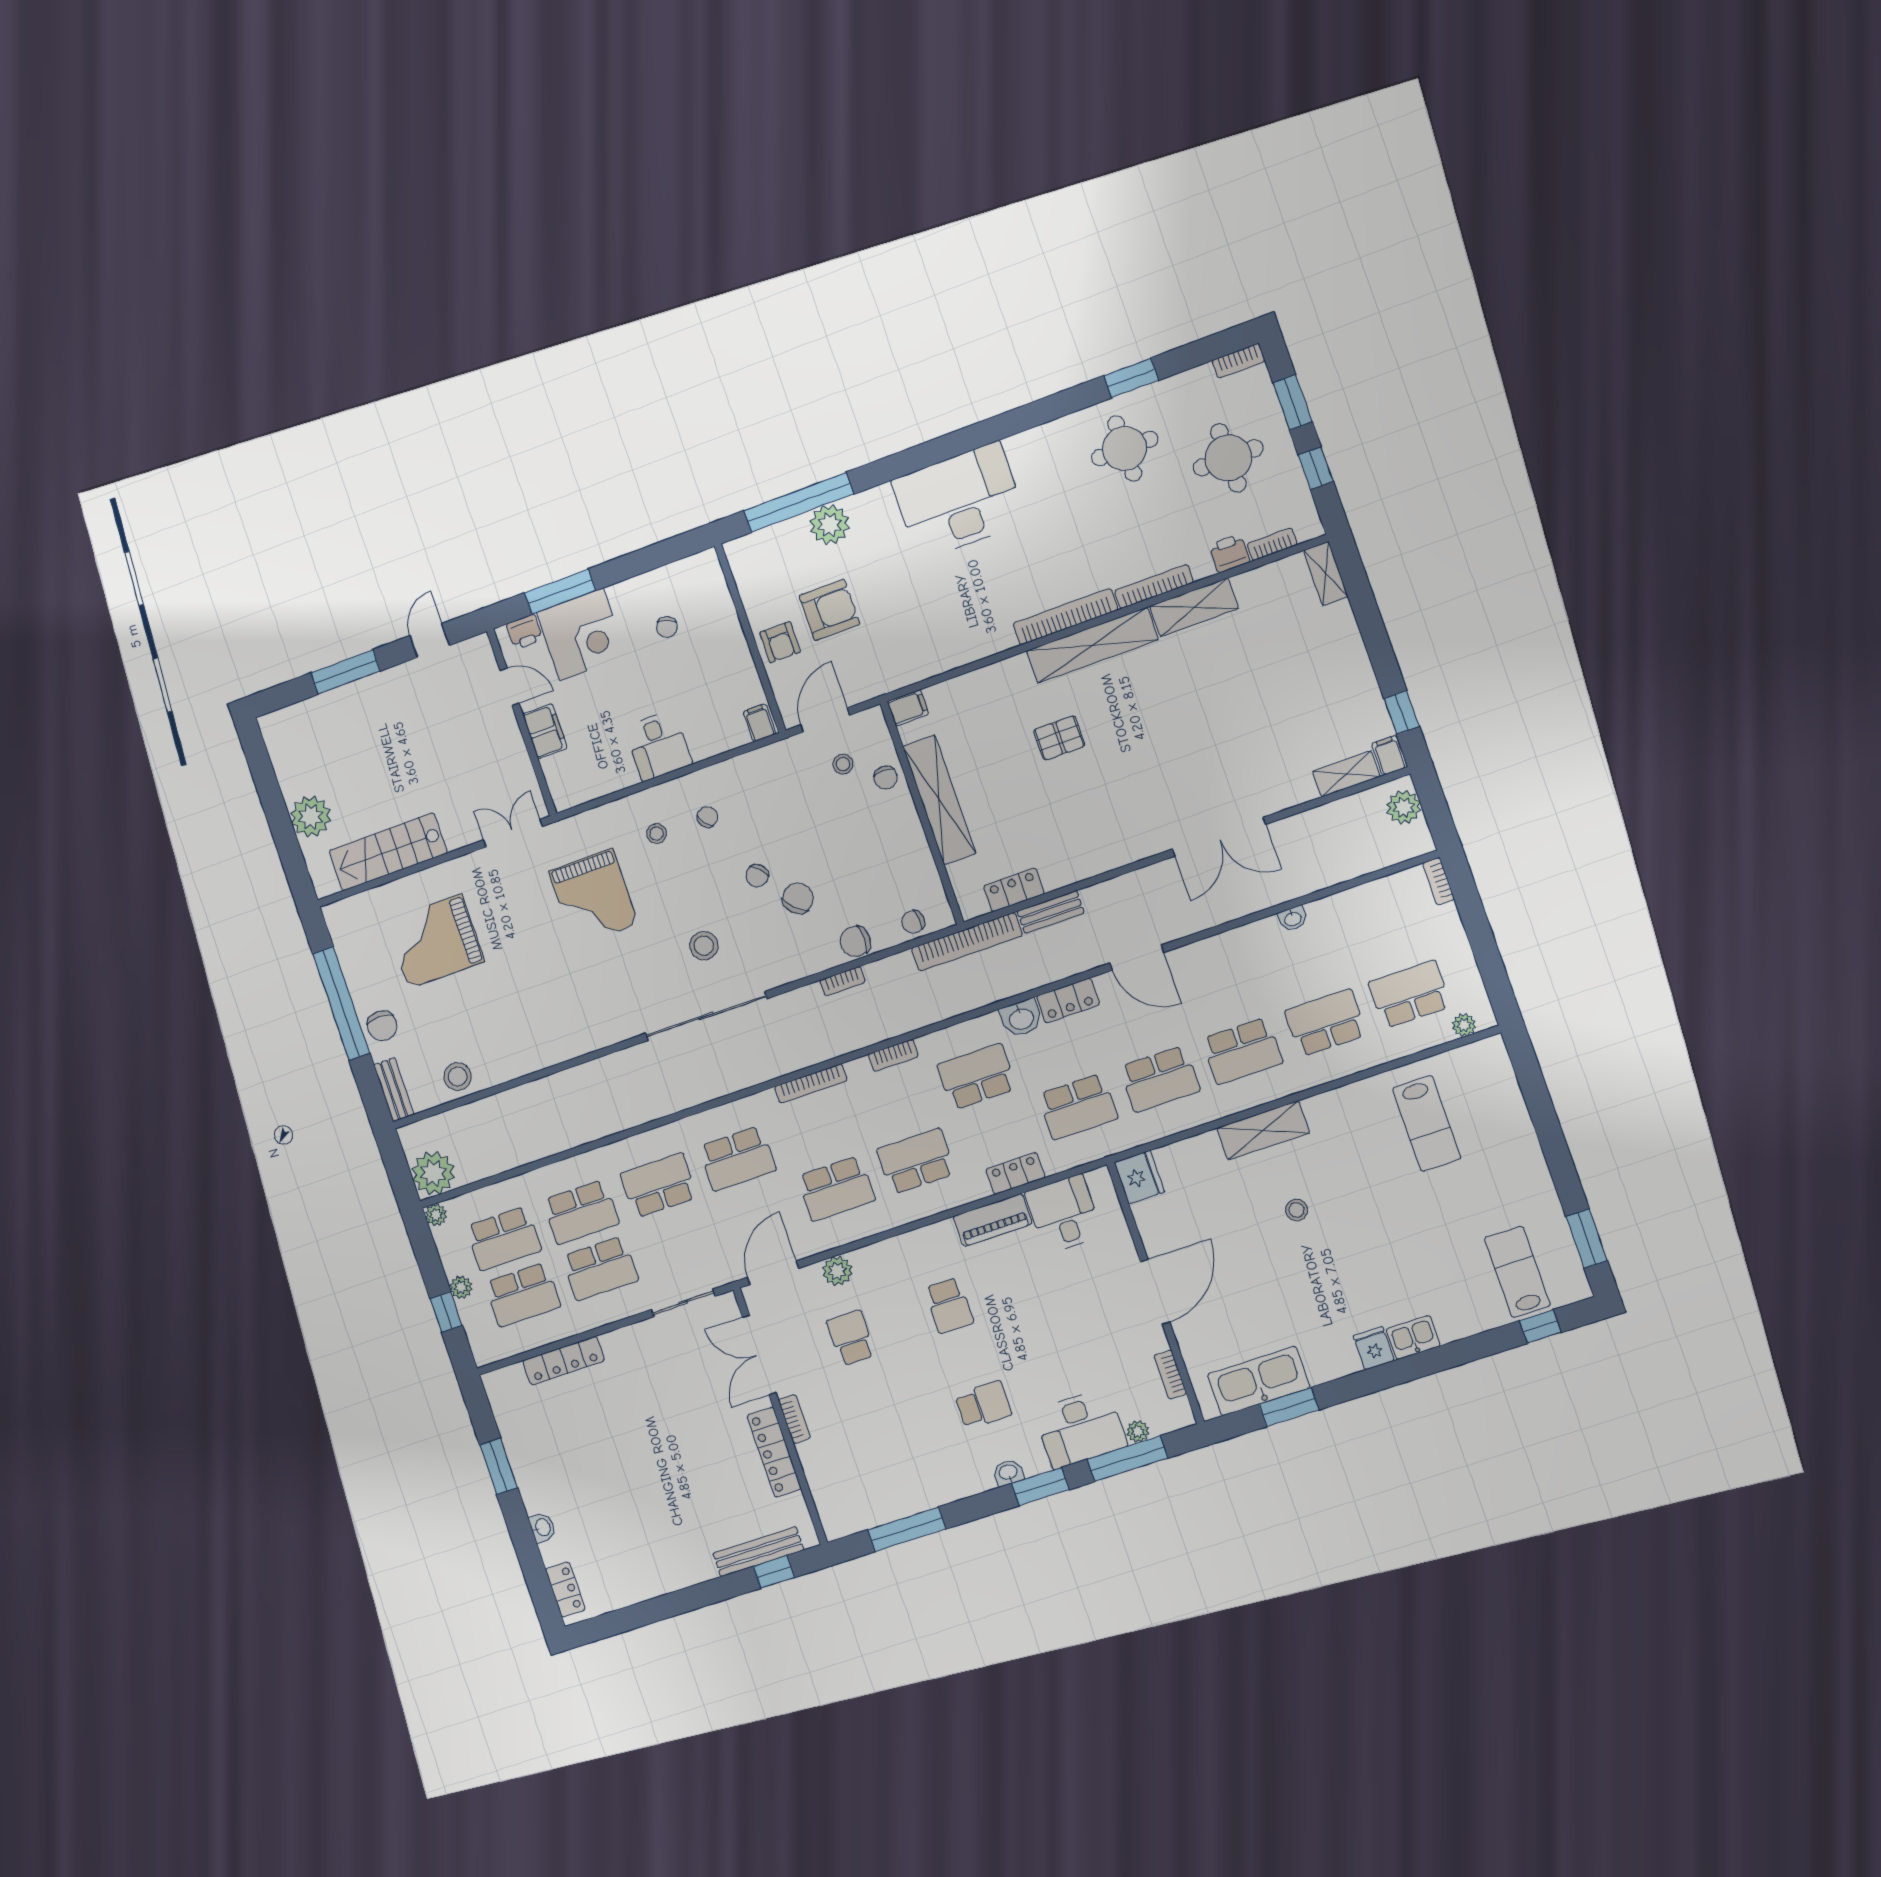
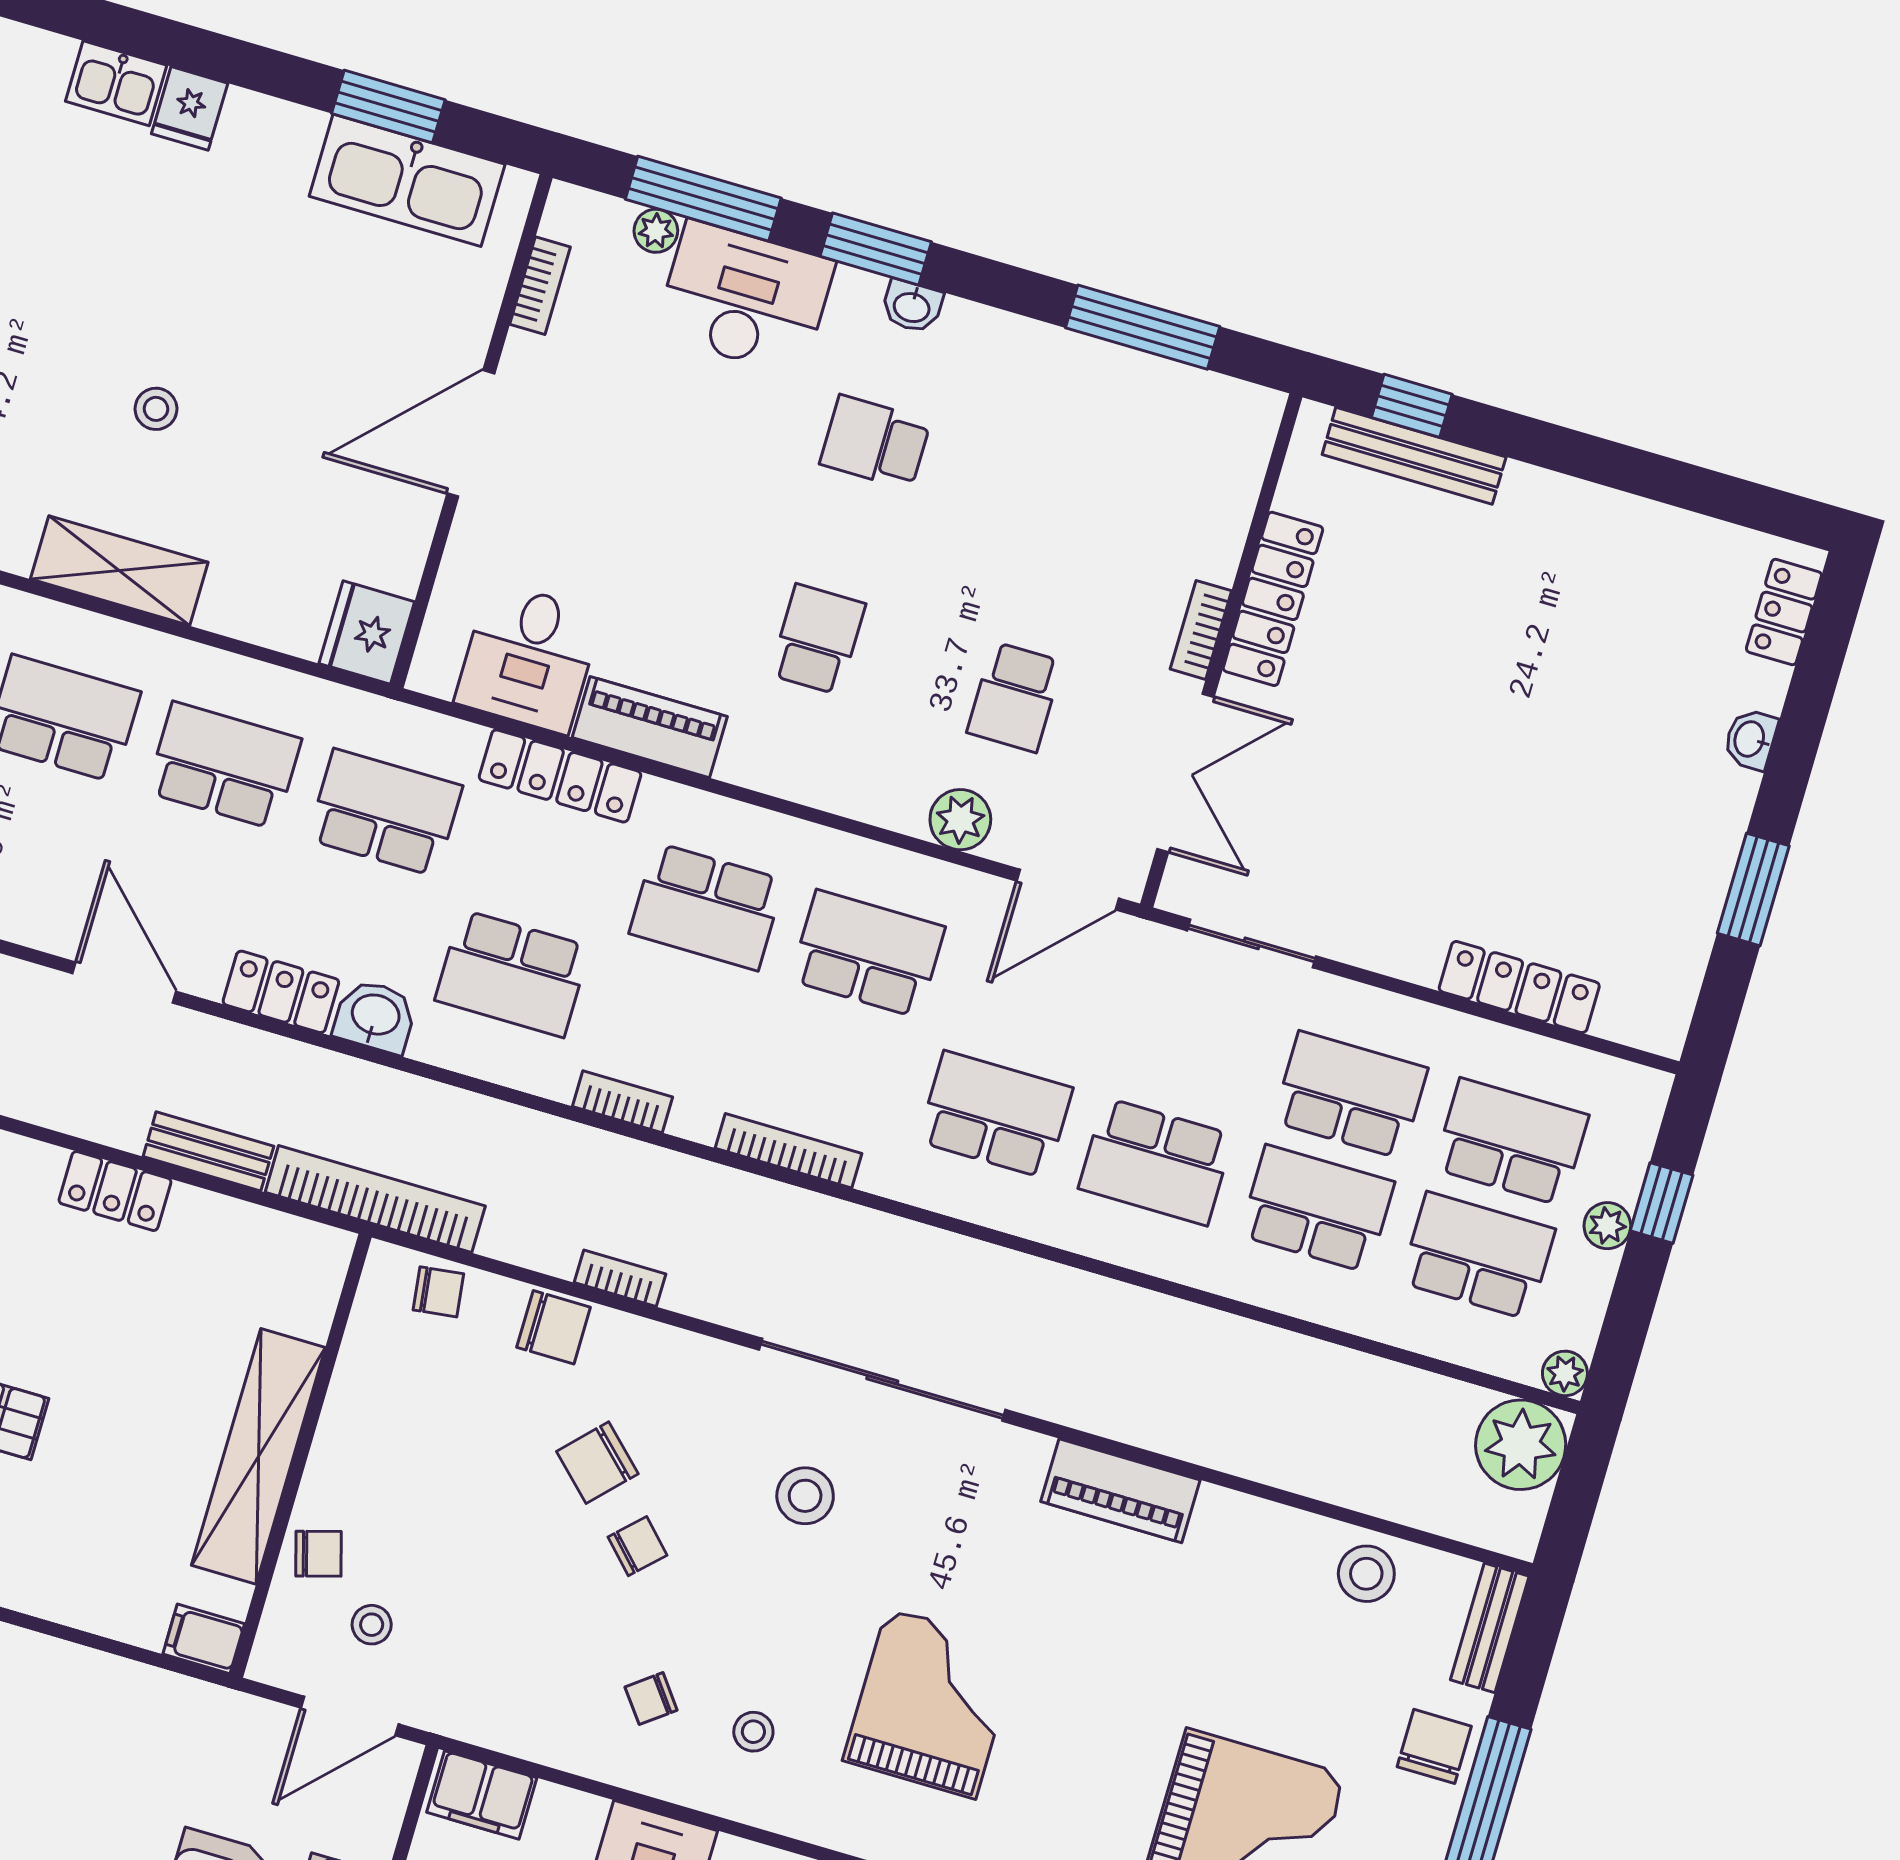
filing cabinet: (760, 723) -> (482, 1795), width x2.00
chair: (886, 778) -> (318, 1554), turned 74
locker: (1014, 890) -> (115, 1191), moved
piano: (579, 1040) -> (1120, 1491), added
locker: (1015, 1173) -> (560, 776), width x1.53

